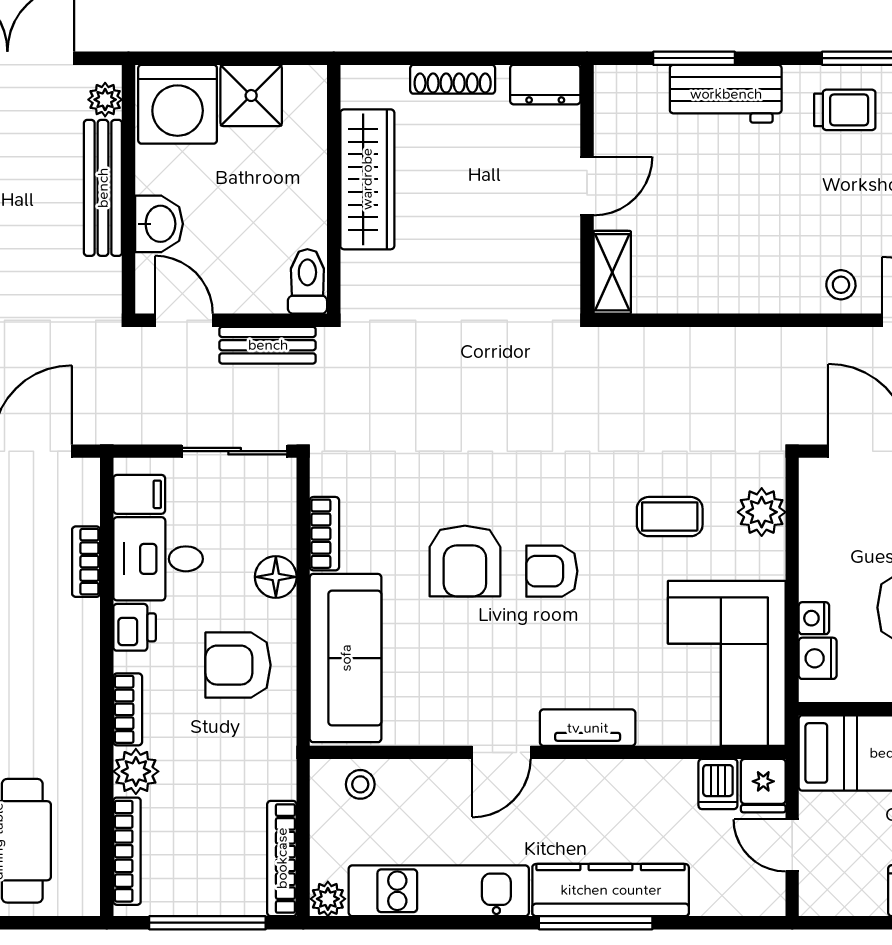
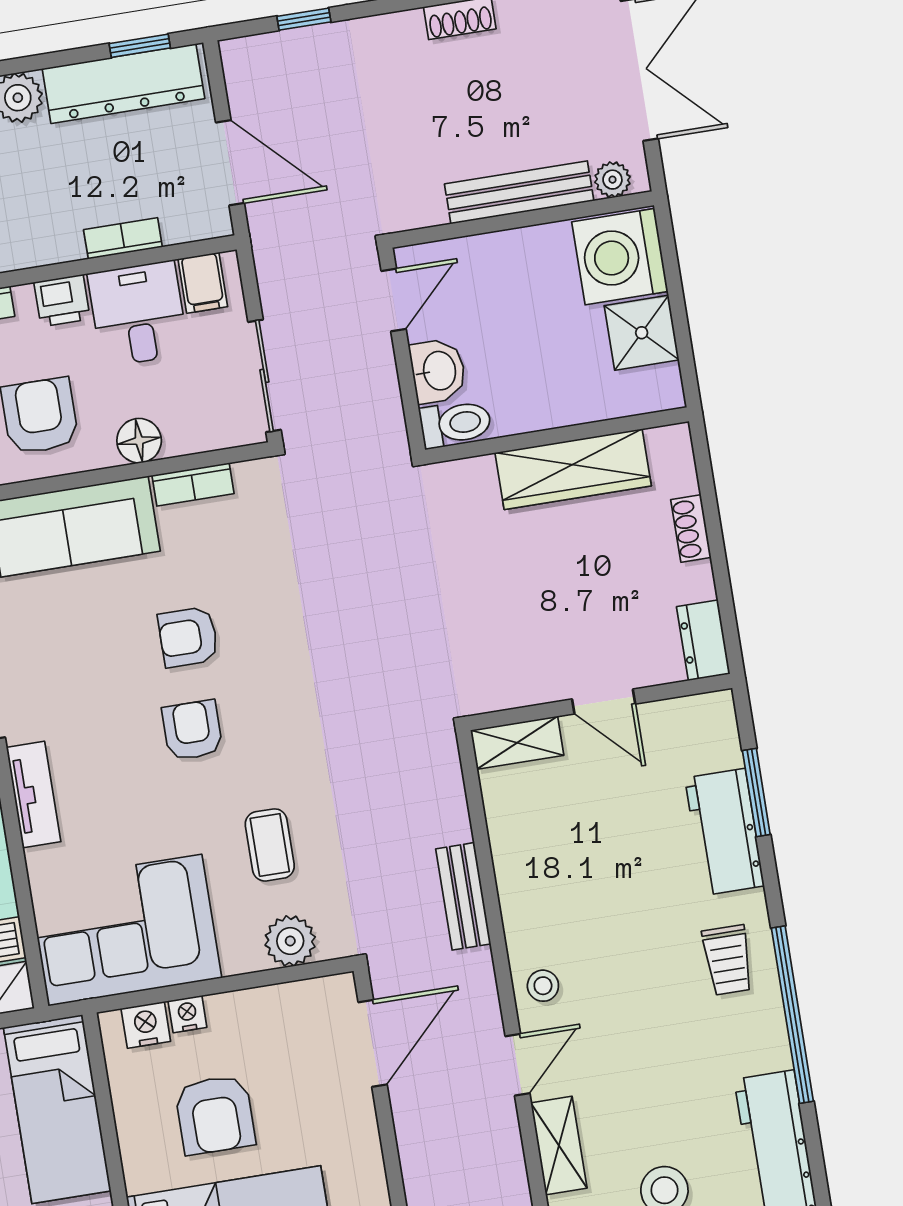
shoe rack: (453, 79) -> (691, 529), width x0.70
washbasin: (159, 224) -> (438, 371), moved, turned -90
bench: (268, 345) -> (463, 896), moved
armchair: (465, 561) -> (188, 637), width x0.72, depth x0.72

